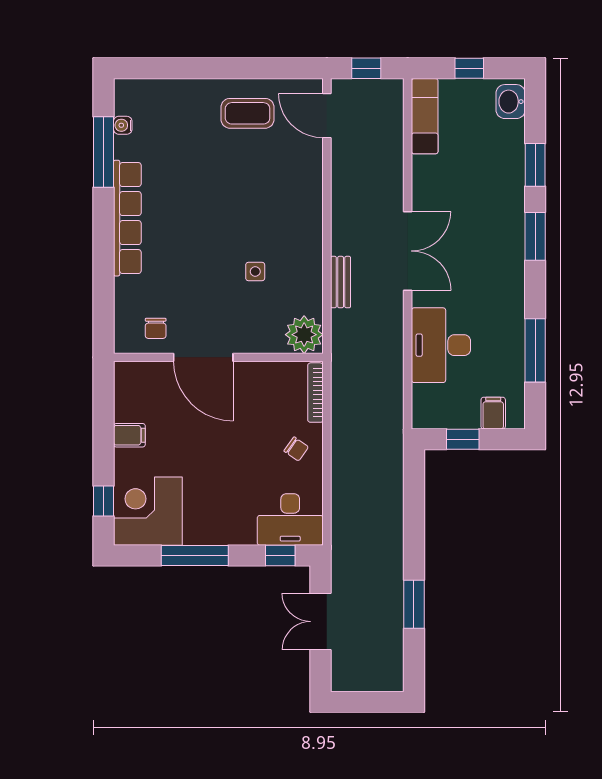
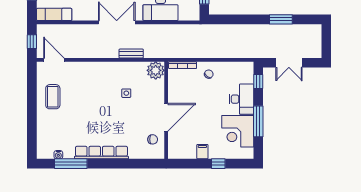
door: (327, 116) -> (54, 60), swing flipped
window: (104, 501) -> (218, 164), moved
corner desk: (148, 511) -> (238, 131), moved
desk: (290, 519) -> (242, 99), moved

